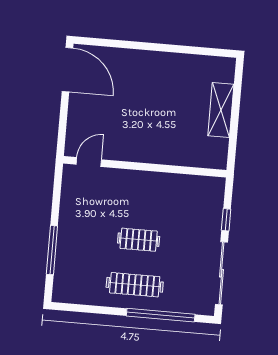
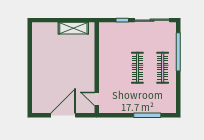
door: (67, 70) -> (63, 115), moved
shelving: (221, 110) -> (73, 28), moved
clothes rail: (139, 240) -> (137, 68), width x1.36

